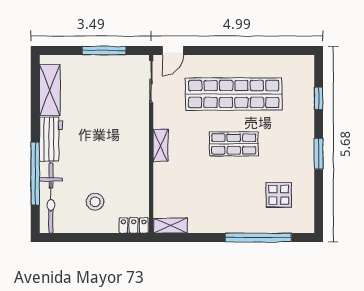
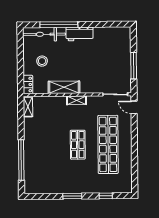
shelving: (50, 90) -> (64, 87), moved
display table: (279, 195) -> (47, 172), removed

